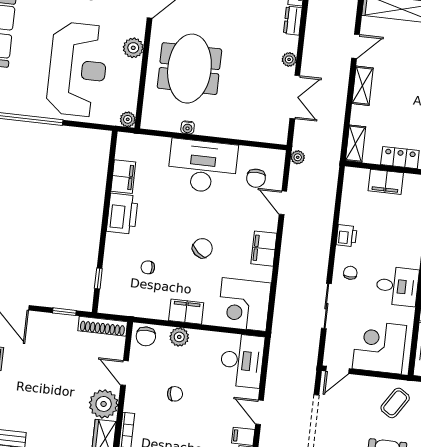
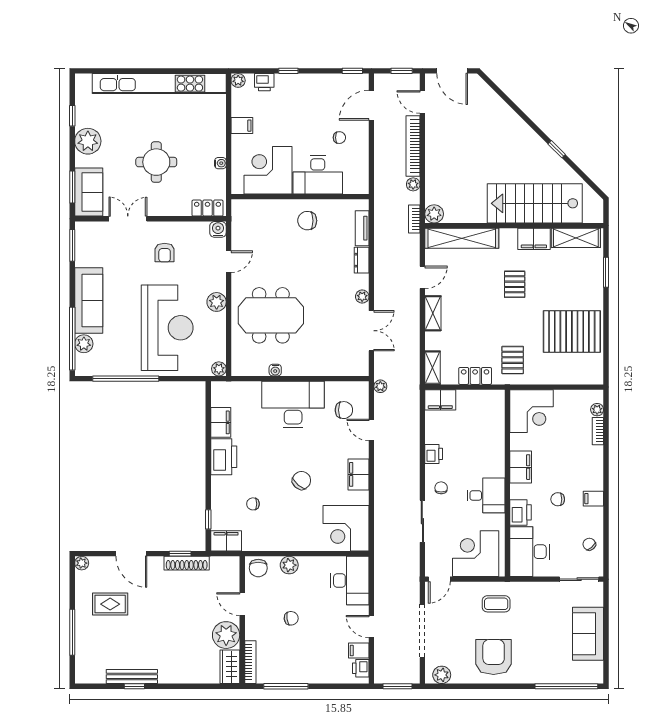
meeting table: (189, 69) -> (271, 315), turned 90
chair: (256, 178) -> (344, 410), turned -90
filing cabinet: (386, 182) -> (440, 400), moved
filing cabinet: (186, 312) -> (226, 541), moved
shoe rack: (103, 326) -> (187, 563), moved
coffee table: (395, 403) -> (496, 604), turned 57

